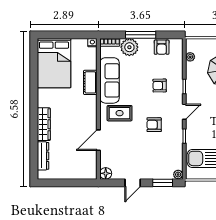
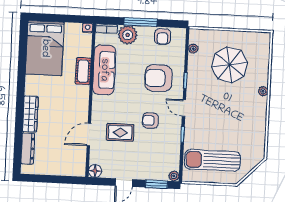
armchair: (160, 86) -> (158, 78), width x1.88, depth x1.88
door: (184, 112) -> (184, 108), swing flipped
rug: (120, 113) -> (120, 132), moved

